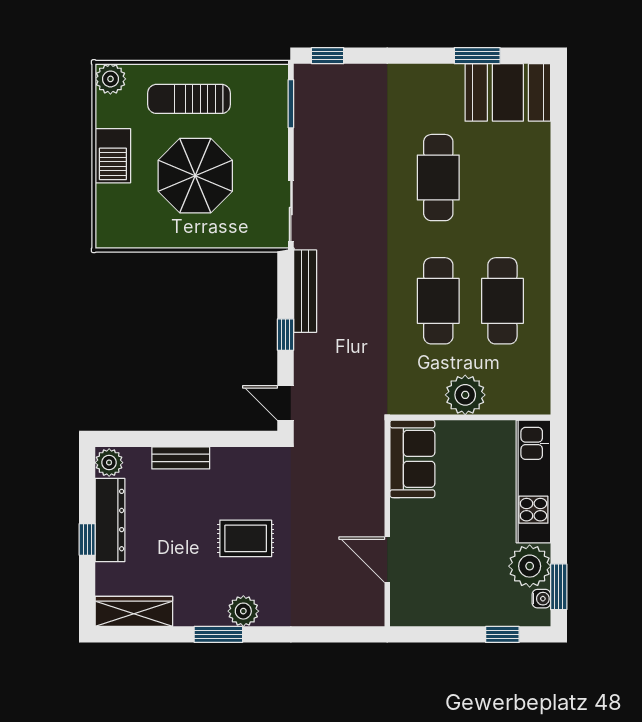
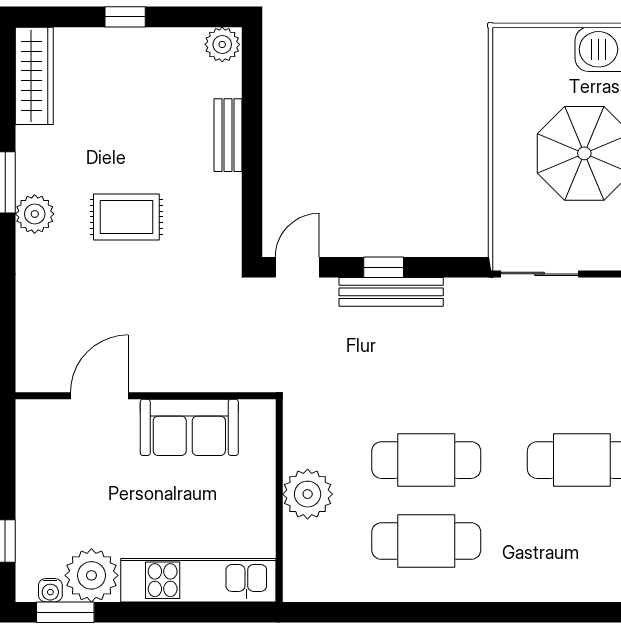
bench: (305, 291) -> (391, 292), moved
sofa: (412, 459) -> (189, 427), moved
dresser: (110, 520) -> (150, 46), removed
rug: (246, 538) -> (126, 217), turned 90

